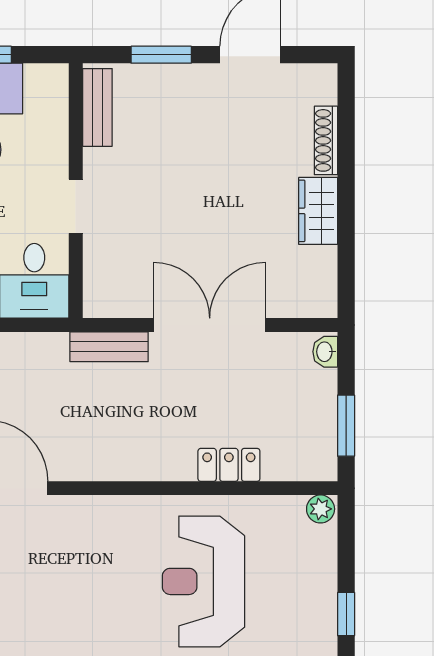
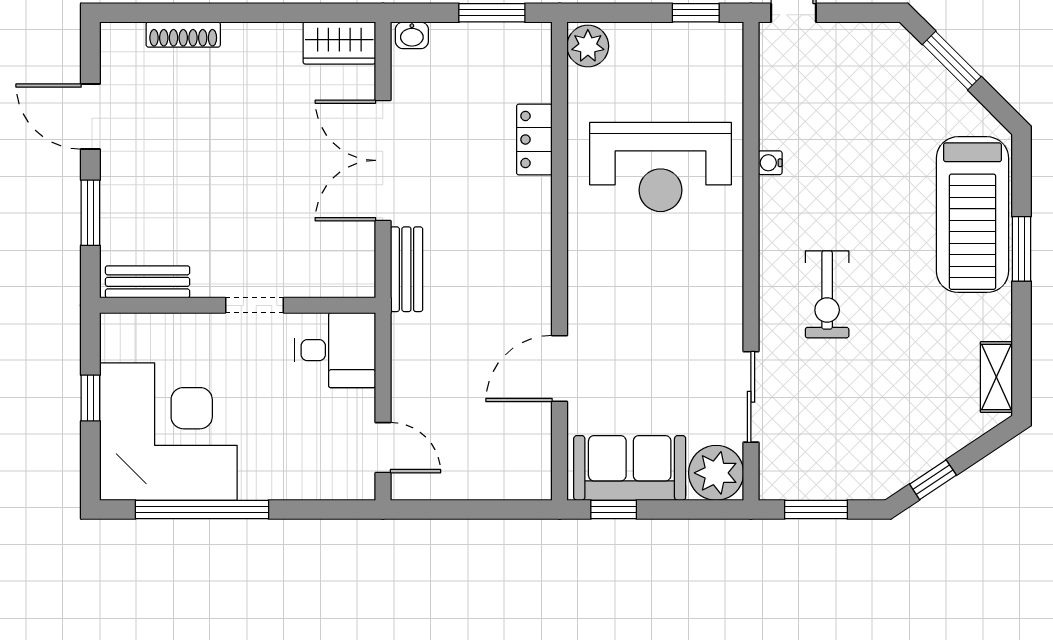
wardrobe: (318, 211) -> (339, 43), moved
plant: (321, 509) -> (588, 46), width x1.38, depth x1.38

